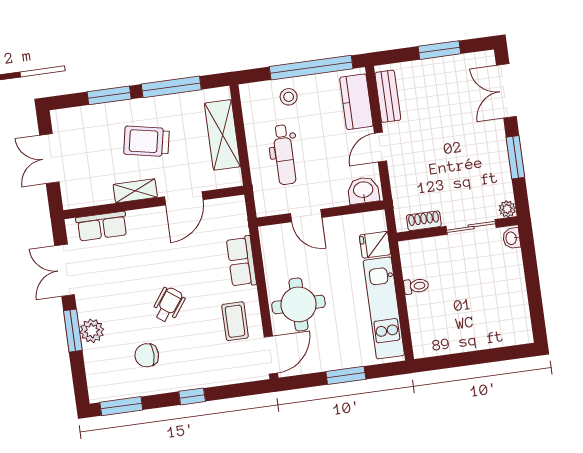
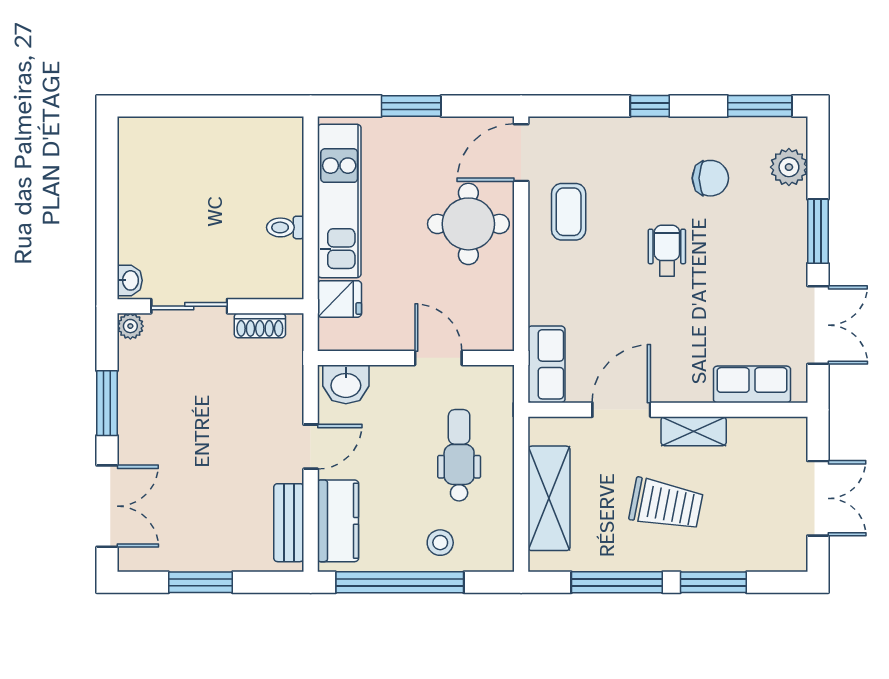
row of seats: (241, 261) -> (546, 364), moved
wheelchair: (168, 305) -> (667, 251), turned 144
plant: (92, 331) -> (789, 167), moved

